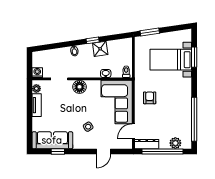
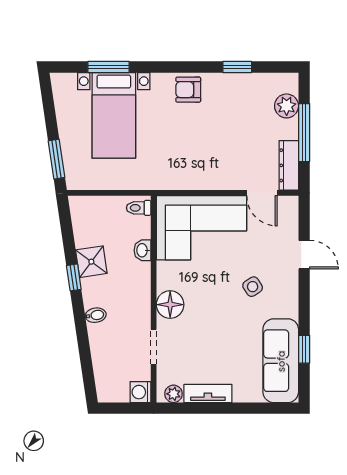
armchair: (150, 98) -> (188, 90), moved
window: (194, 119) -> (237, 67), width x0.32
window: (163, 152) -> (304, 133), width x0.68

